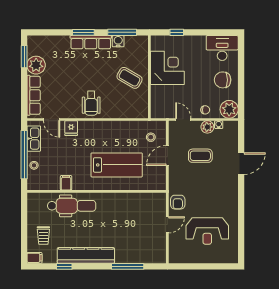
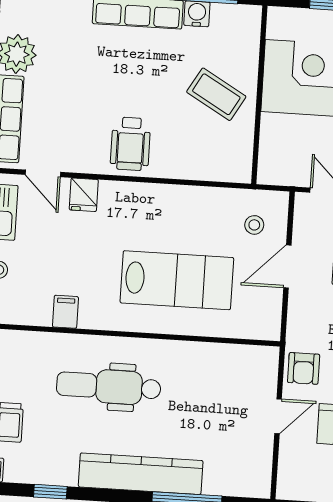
dental chair: (72, 206) -> (109, 386), moved, turned 180
kitchen counter: (86, 255) -> (141, 474), moved

